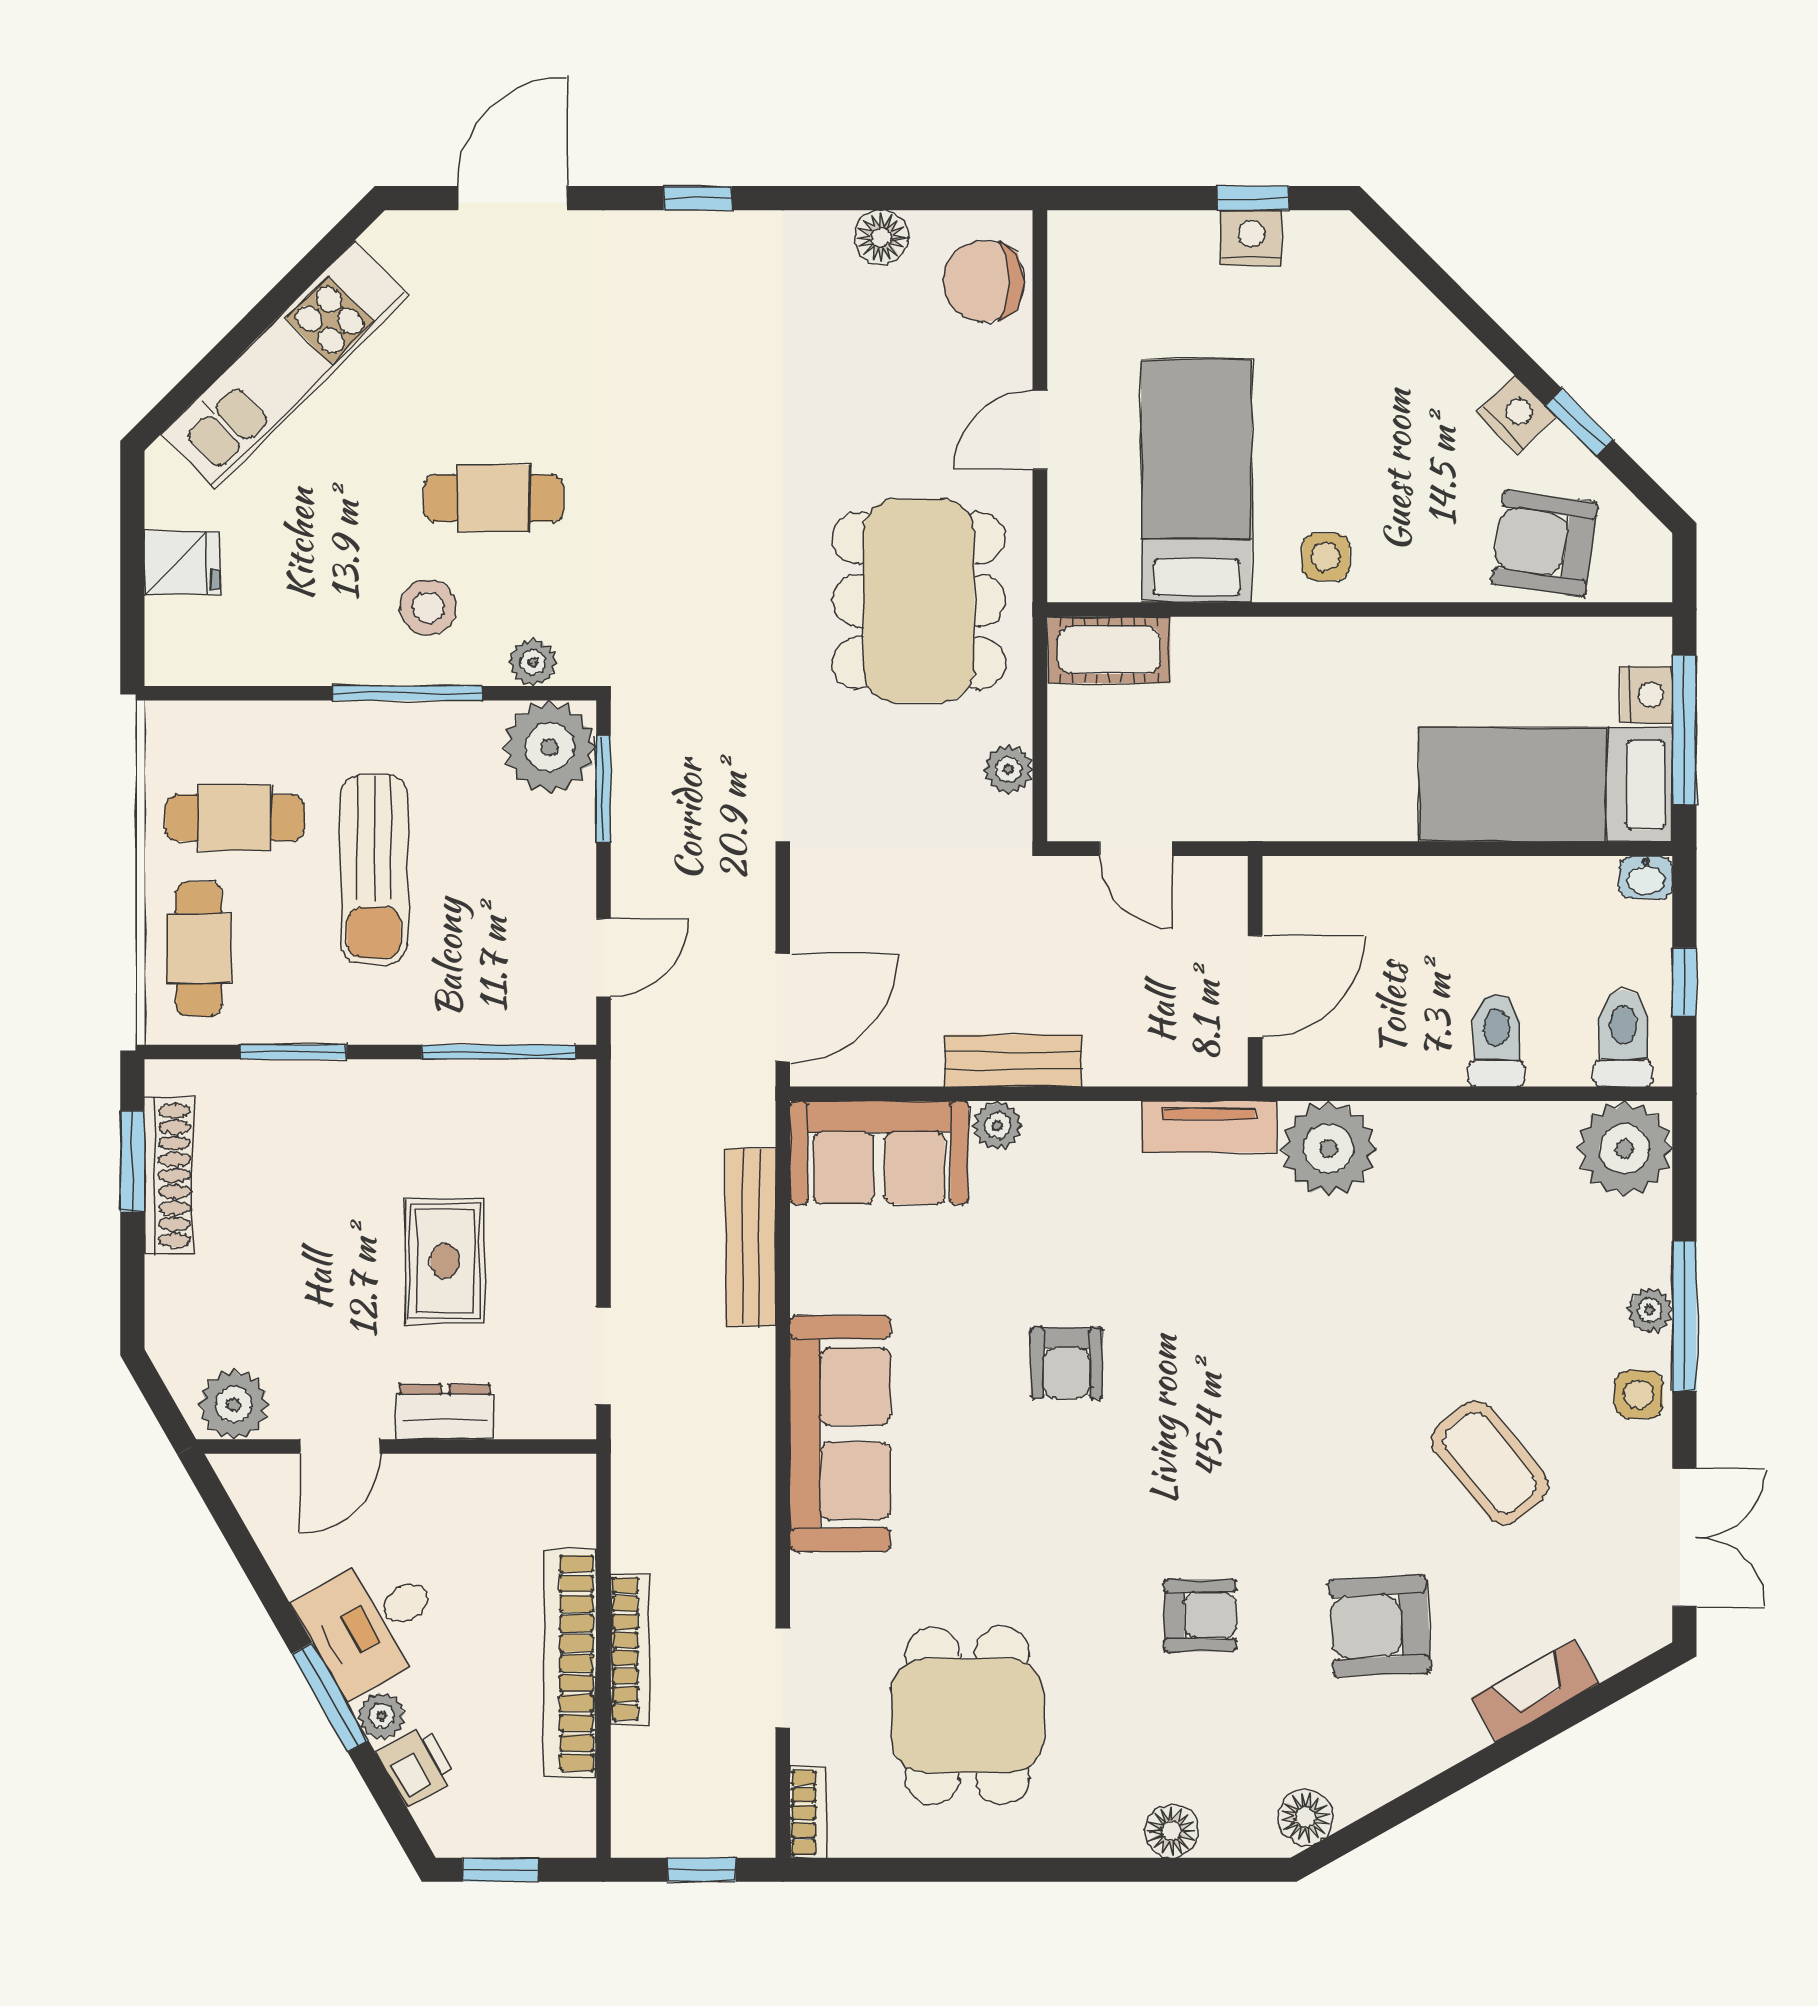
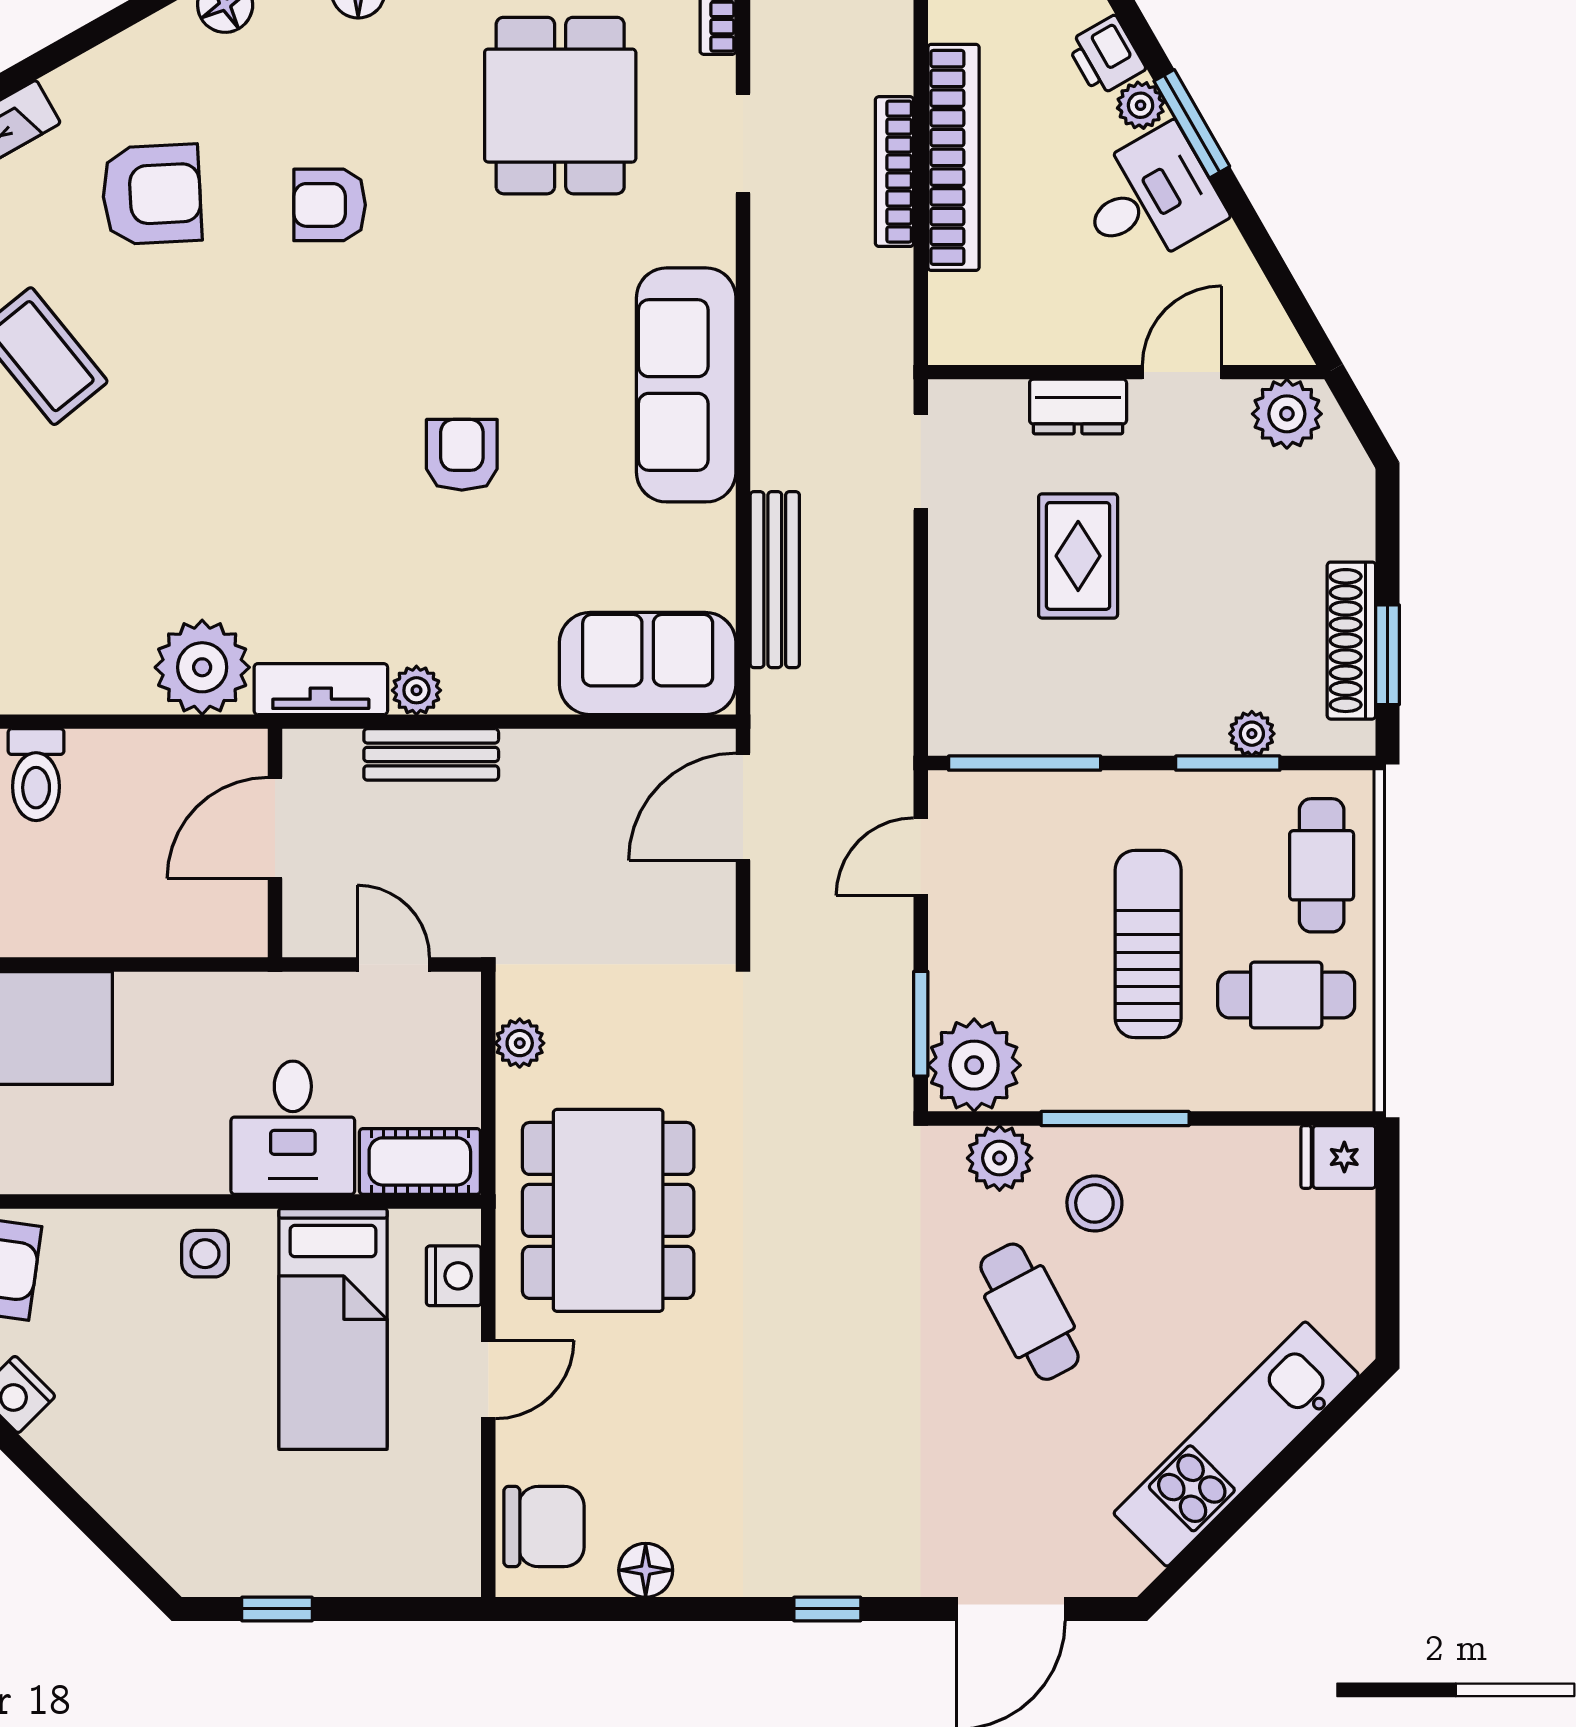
nightstand: (1251, 238) -> (454, 1276), moved, turned -90
cafe table: (494, 498) -> (1030, 1312), turned 62
fridge: (182, 563) -> (1338, 1157), moved
plant: (533, 662) -> (1000, 1158), width x1.38, depth x1.38
desk: (1237, 684) -> (293, 1128), added
bench: (1013, 1061) -> (431, 754), moved
plant: (269, 1082) -> (1252, 734), added
plant: (997, 1125) -> (416, 690), moved

